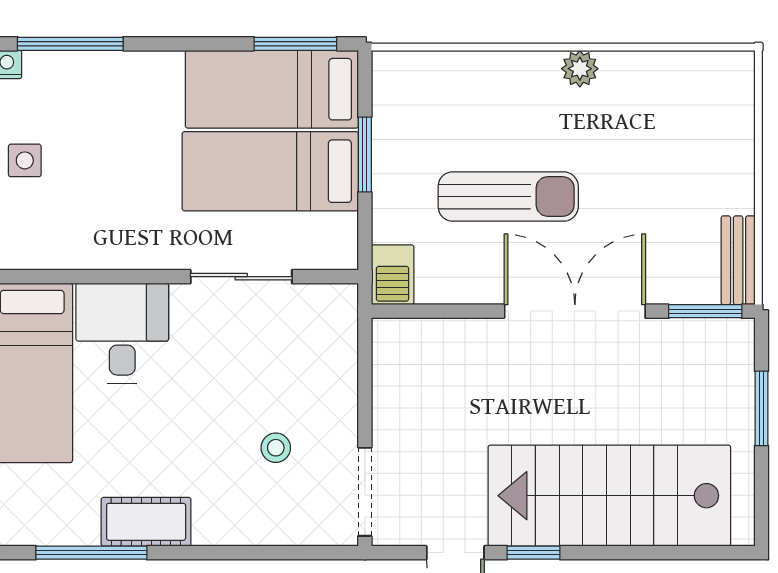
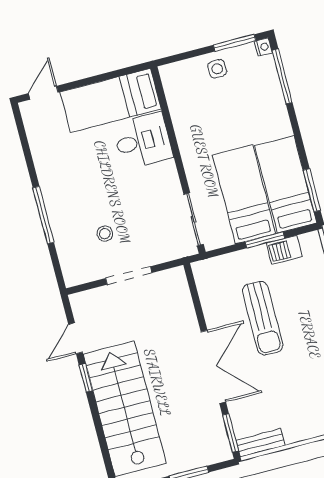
barbecue: (393, 275) -> (284, 250), moved
sliding door: (241, 277) -> (194, 219), moved
doorway: (365, 492) -> (129, 275), moved
cot: (146, 522) -> (50, 178), removed
window: (91, 553) -> (43, 215), moved

